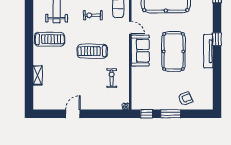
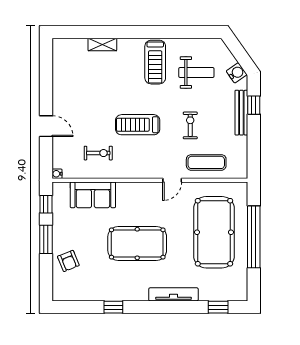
window: (217, 39) -> (113, 307), moved
treadmill: (92, 51) -> (138, 125), turned -90
sofa: (140, 51) -> (93, 195), moved
tv unit: (208, 51) -> (173, 294), moved
door: (73, 114) -> (46, 126), moved

